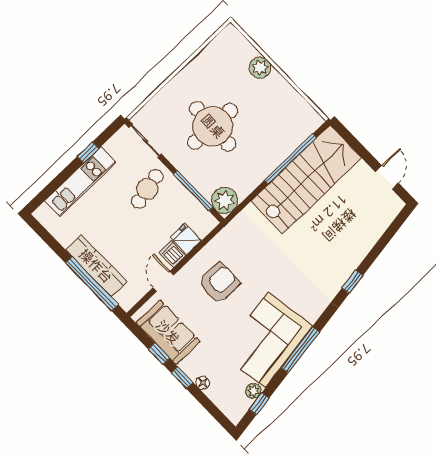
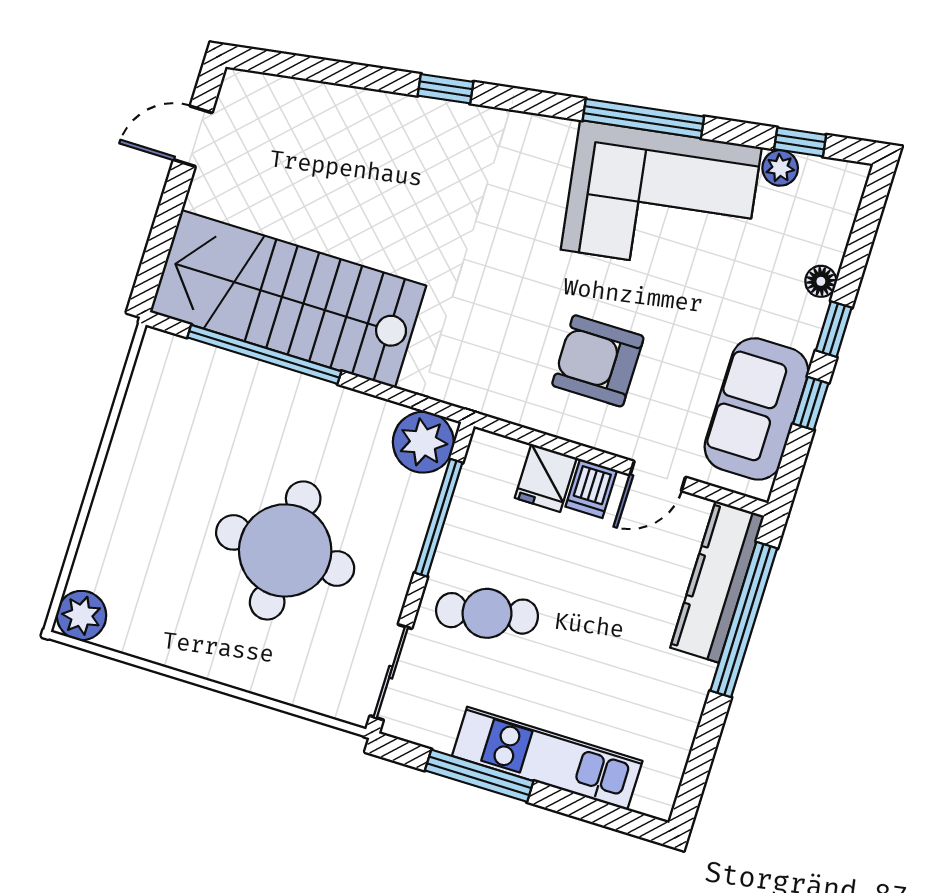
plant: (260, 68) -> (82, 615), moved
window: (88, 152) -> (479, 776), width x2.17
kitchen counter: (96, 266) -> (717, 582), moved

